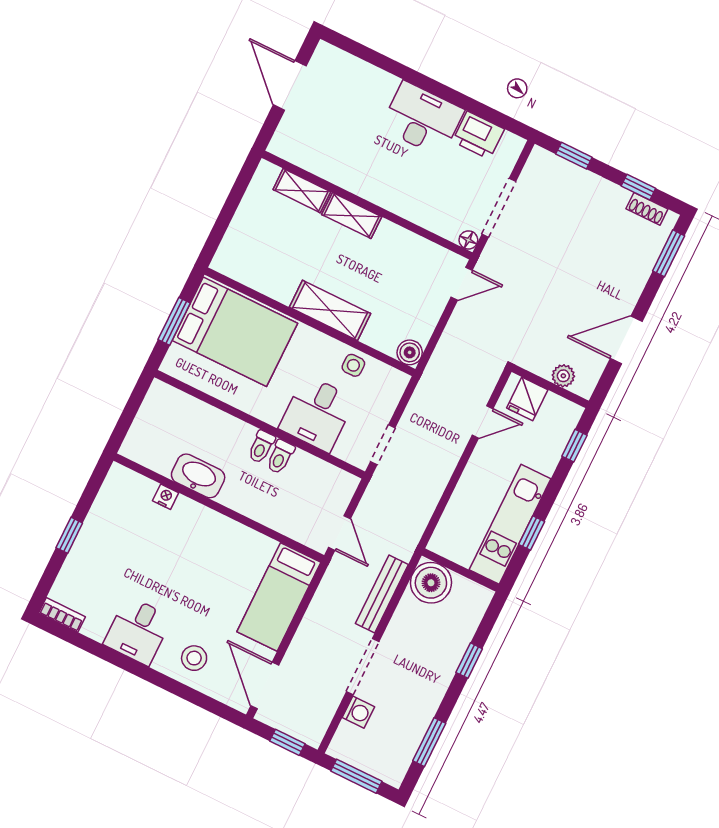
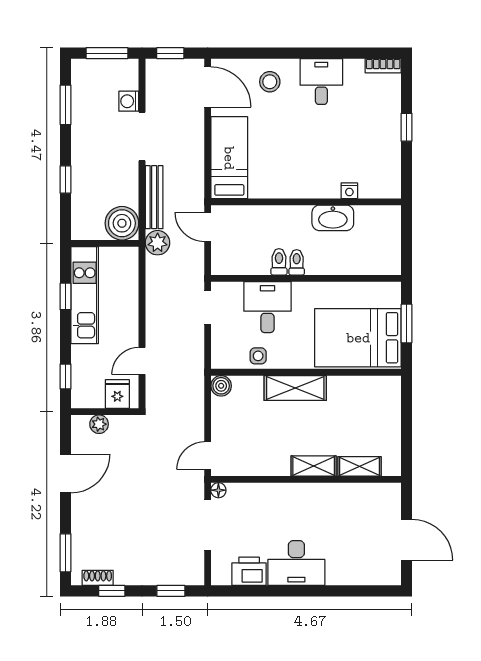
plant: (403, 543) -> (158, 243), added

